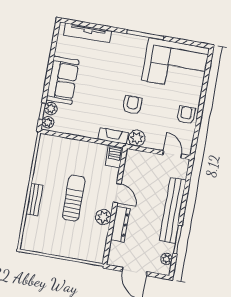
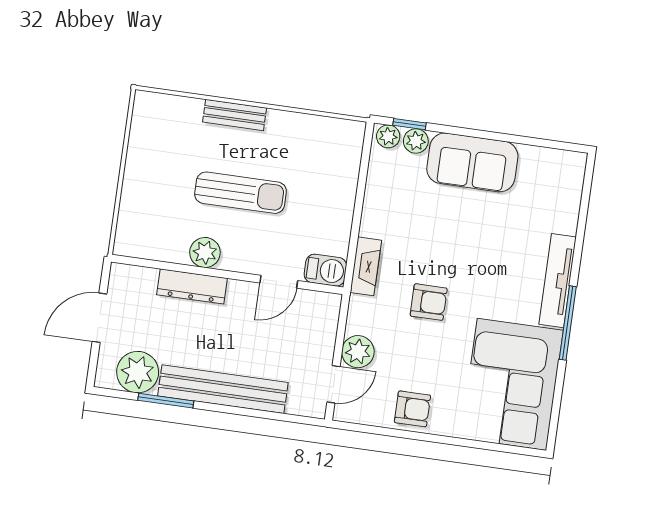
tv unit: (88, 33) -> (558, 281), moved
plant: (137, 138) -> (358, 352), moved
door: (117, 193) -> (279, 282), moved
plant: (167, 259) -> (138, 372), width x1.87, depth x1.87

